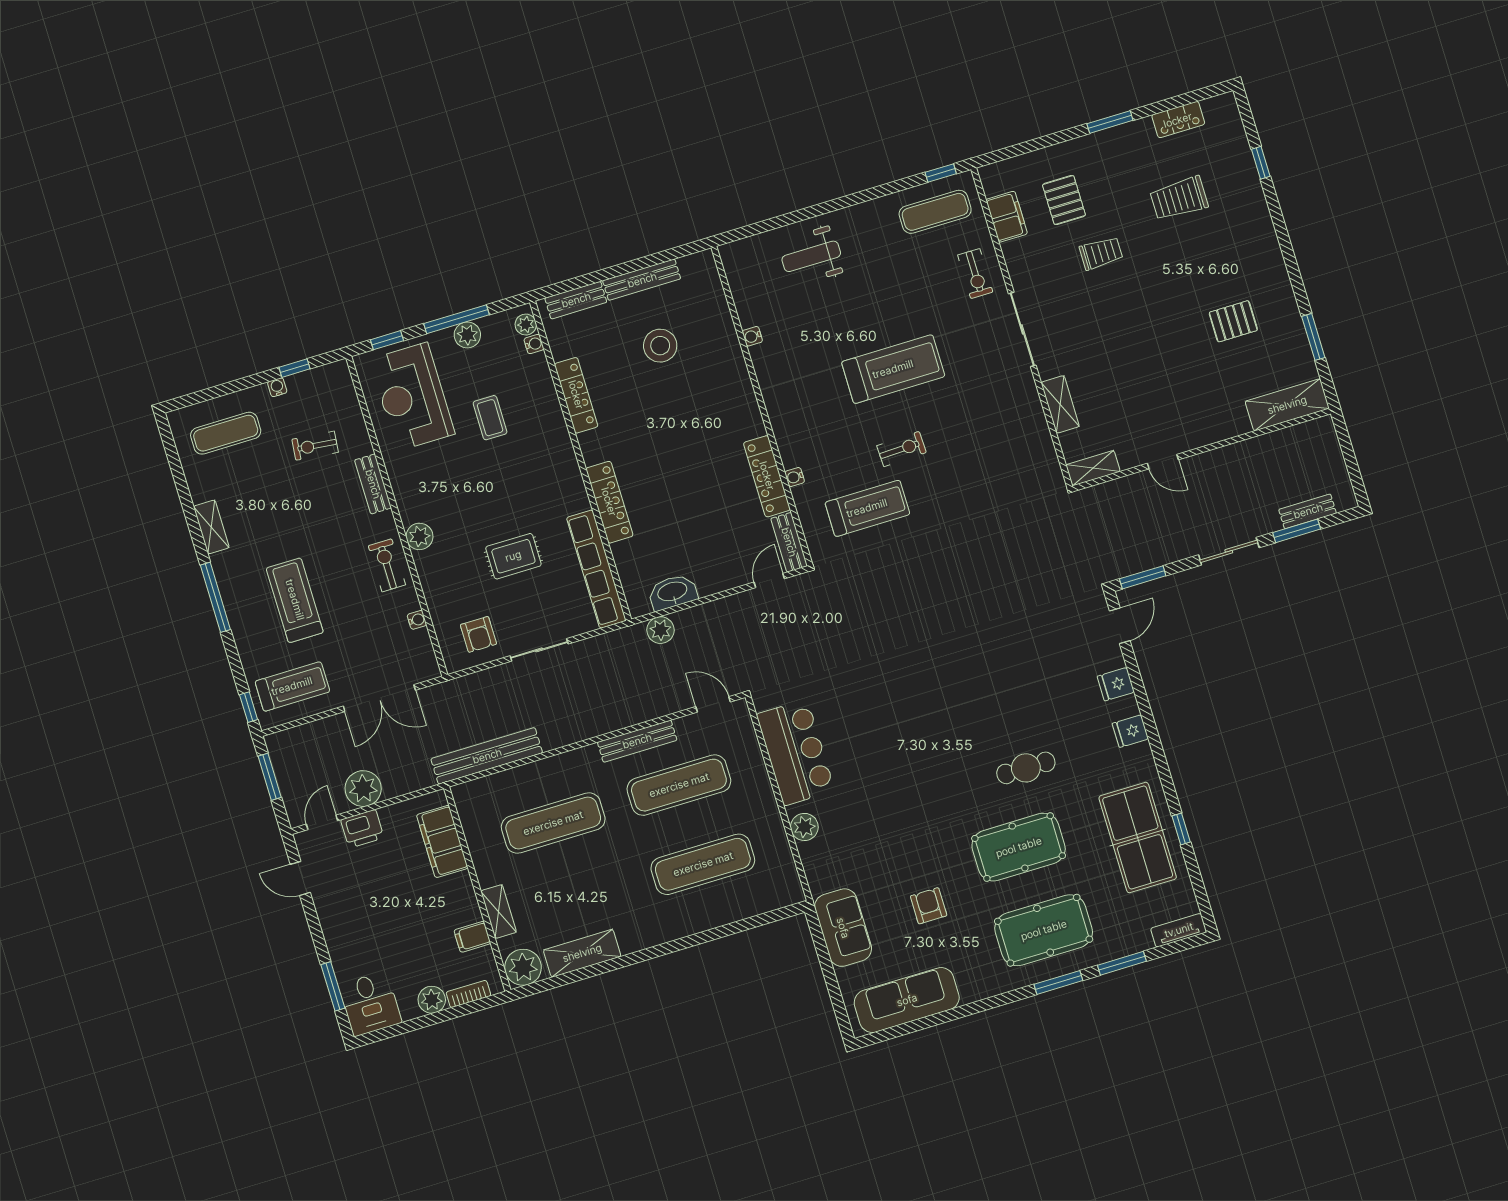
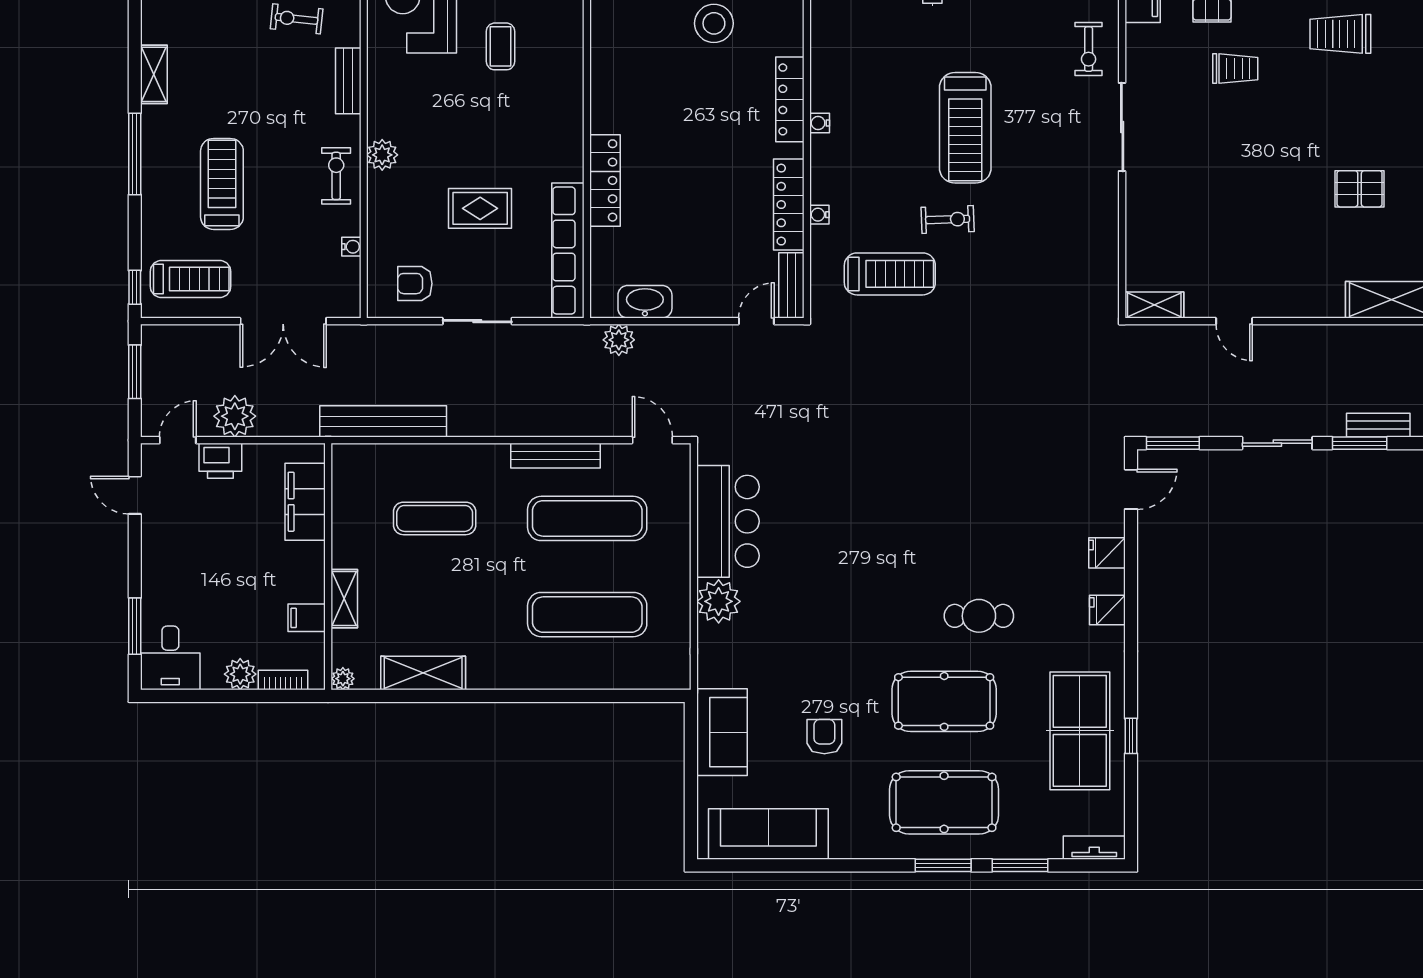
water cooler: (752, 336) -> (820, 123), moved
treadmill: (893, 369) -> (965, 128), turned 90
locker: (576, 395) -> (790, 99), moved, turned 180
shelving: (1060, 404) -> (1139, 223), removed
armchair: (478, 634) -> (415, 284), turned 90
exercise mat: (553, 823) -> (435, 518), width x0.73, depth x0.69
plant: (804, 827) -> (719, 601), width x1.36, depth x1.36
plant: (523, 967) -> (343, 679), width x0.53, depth x0.53

